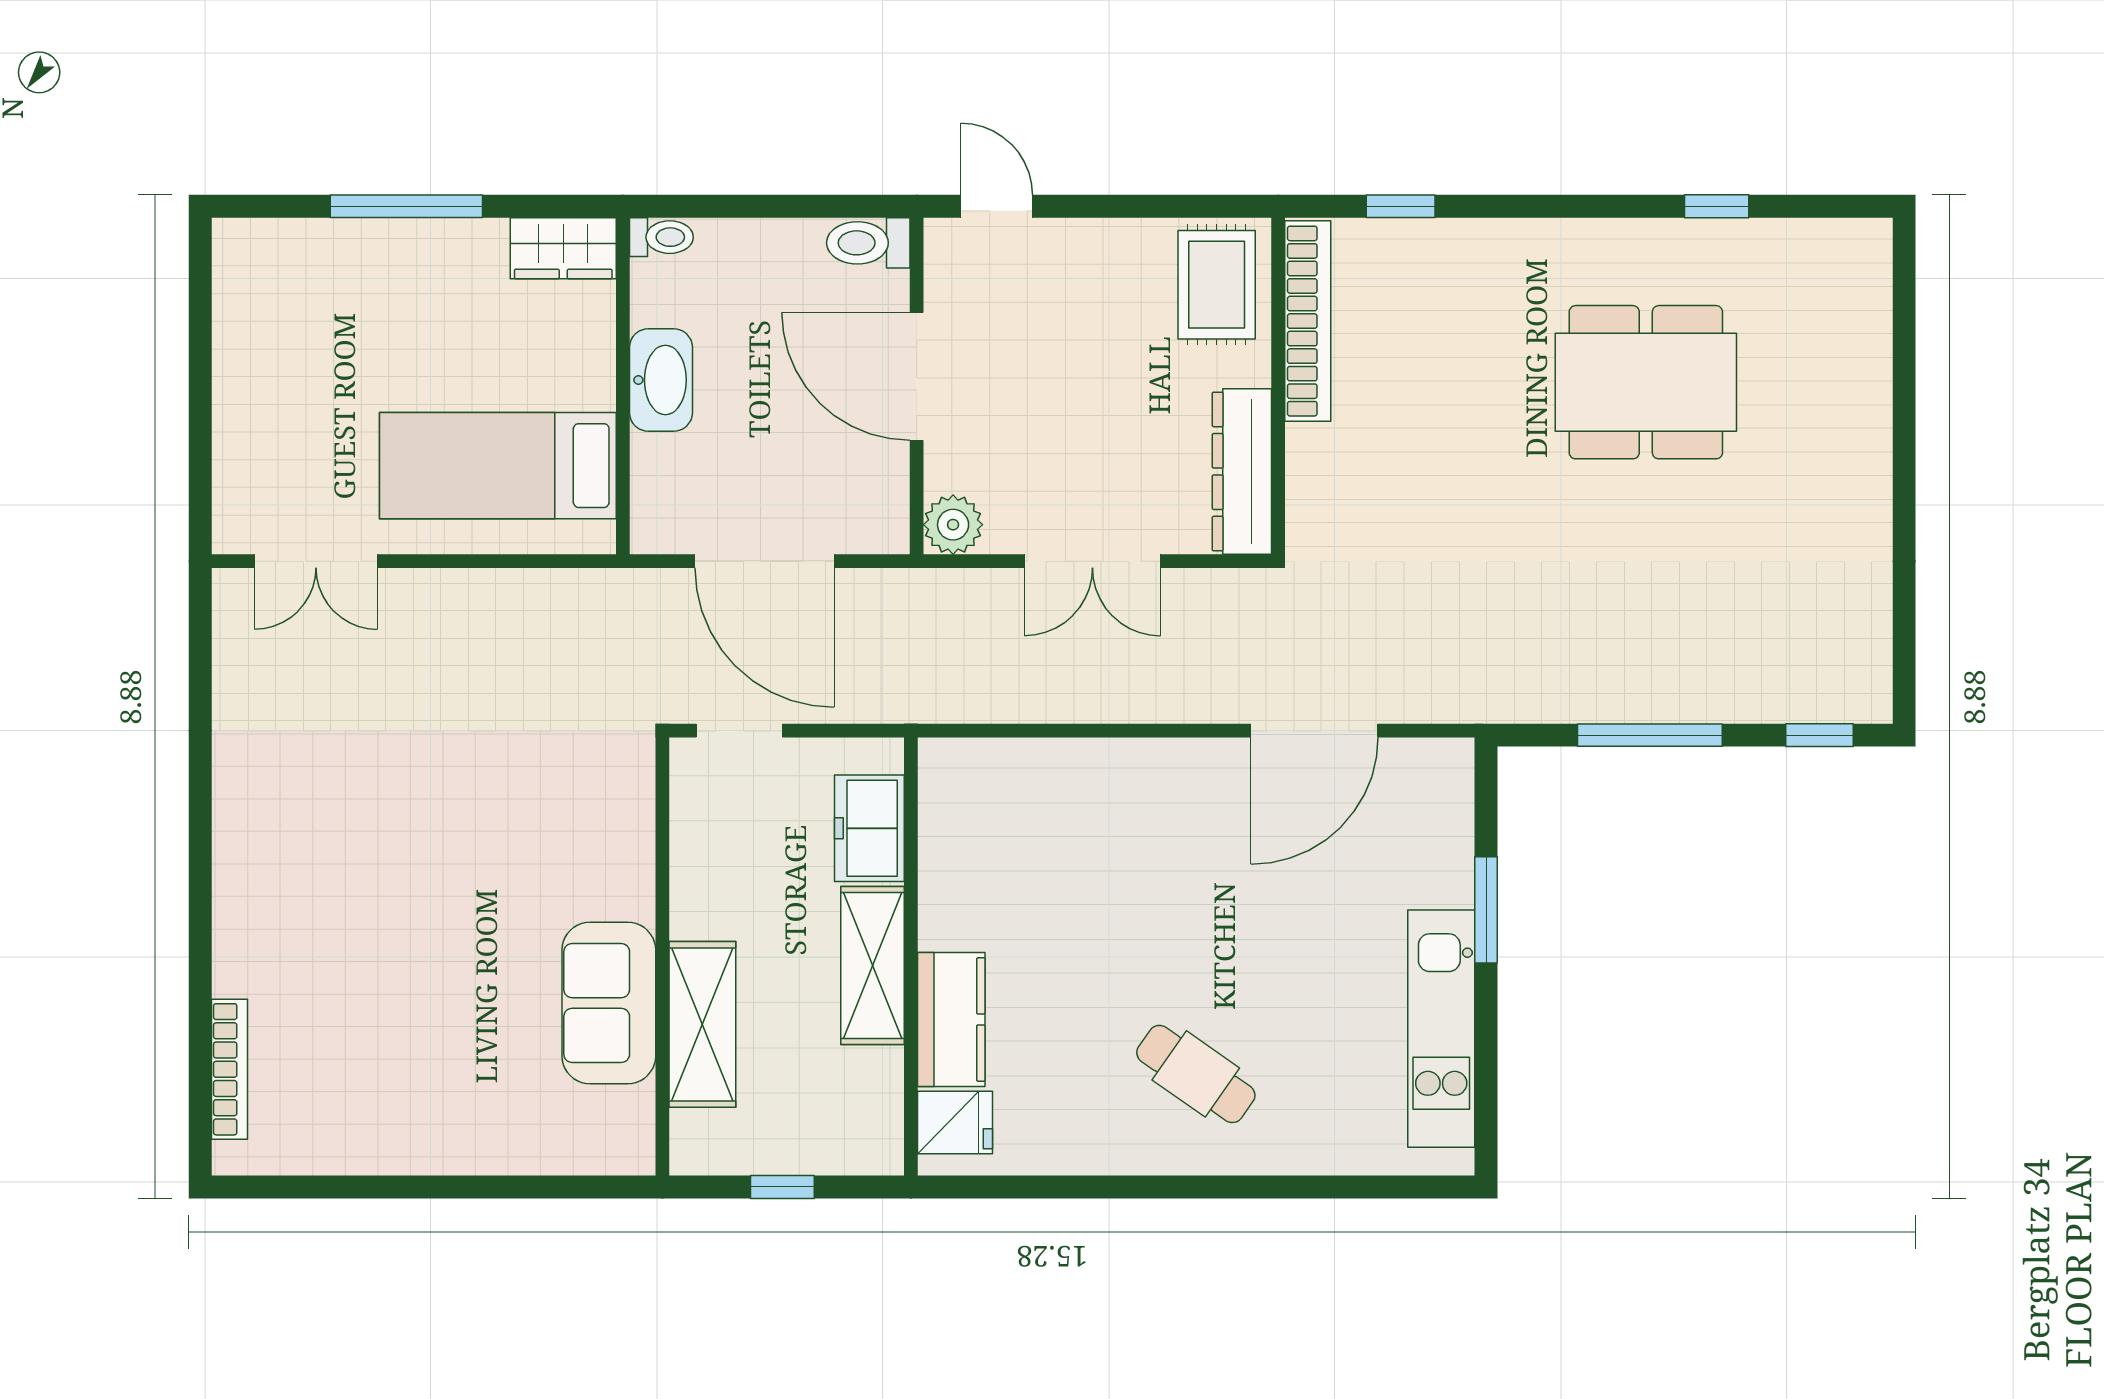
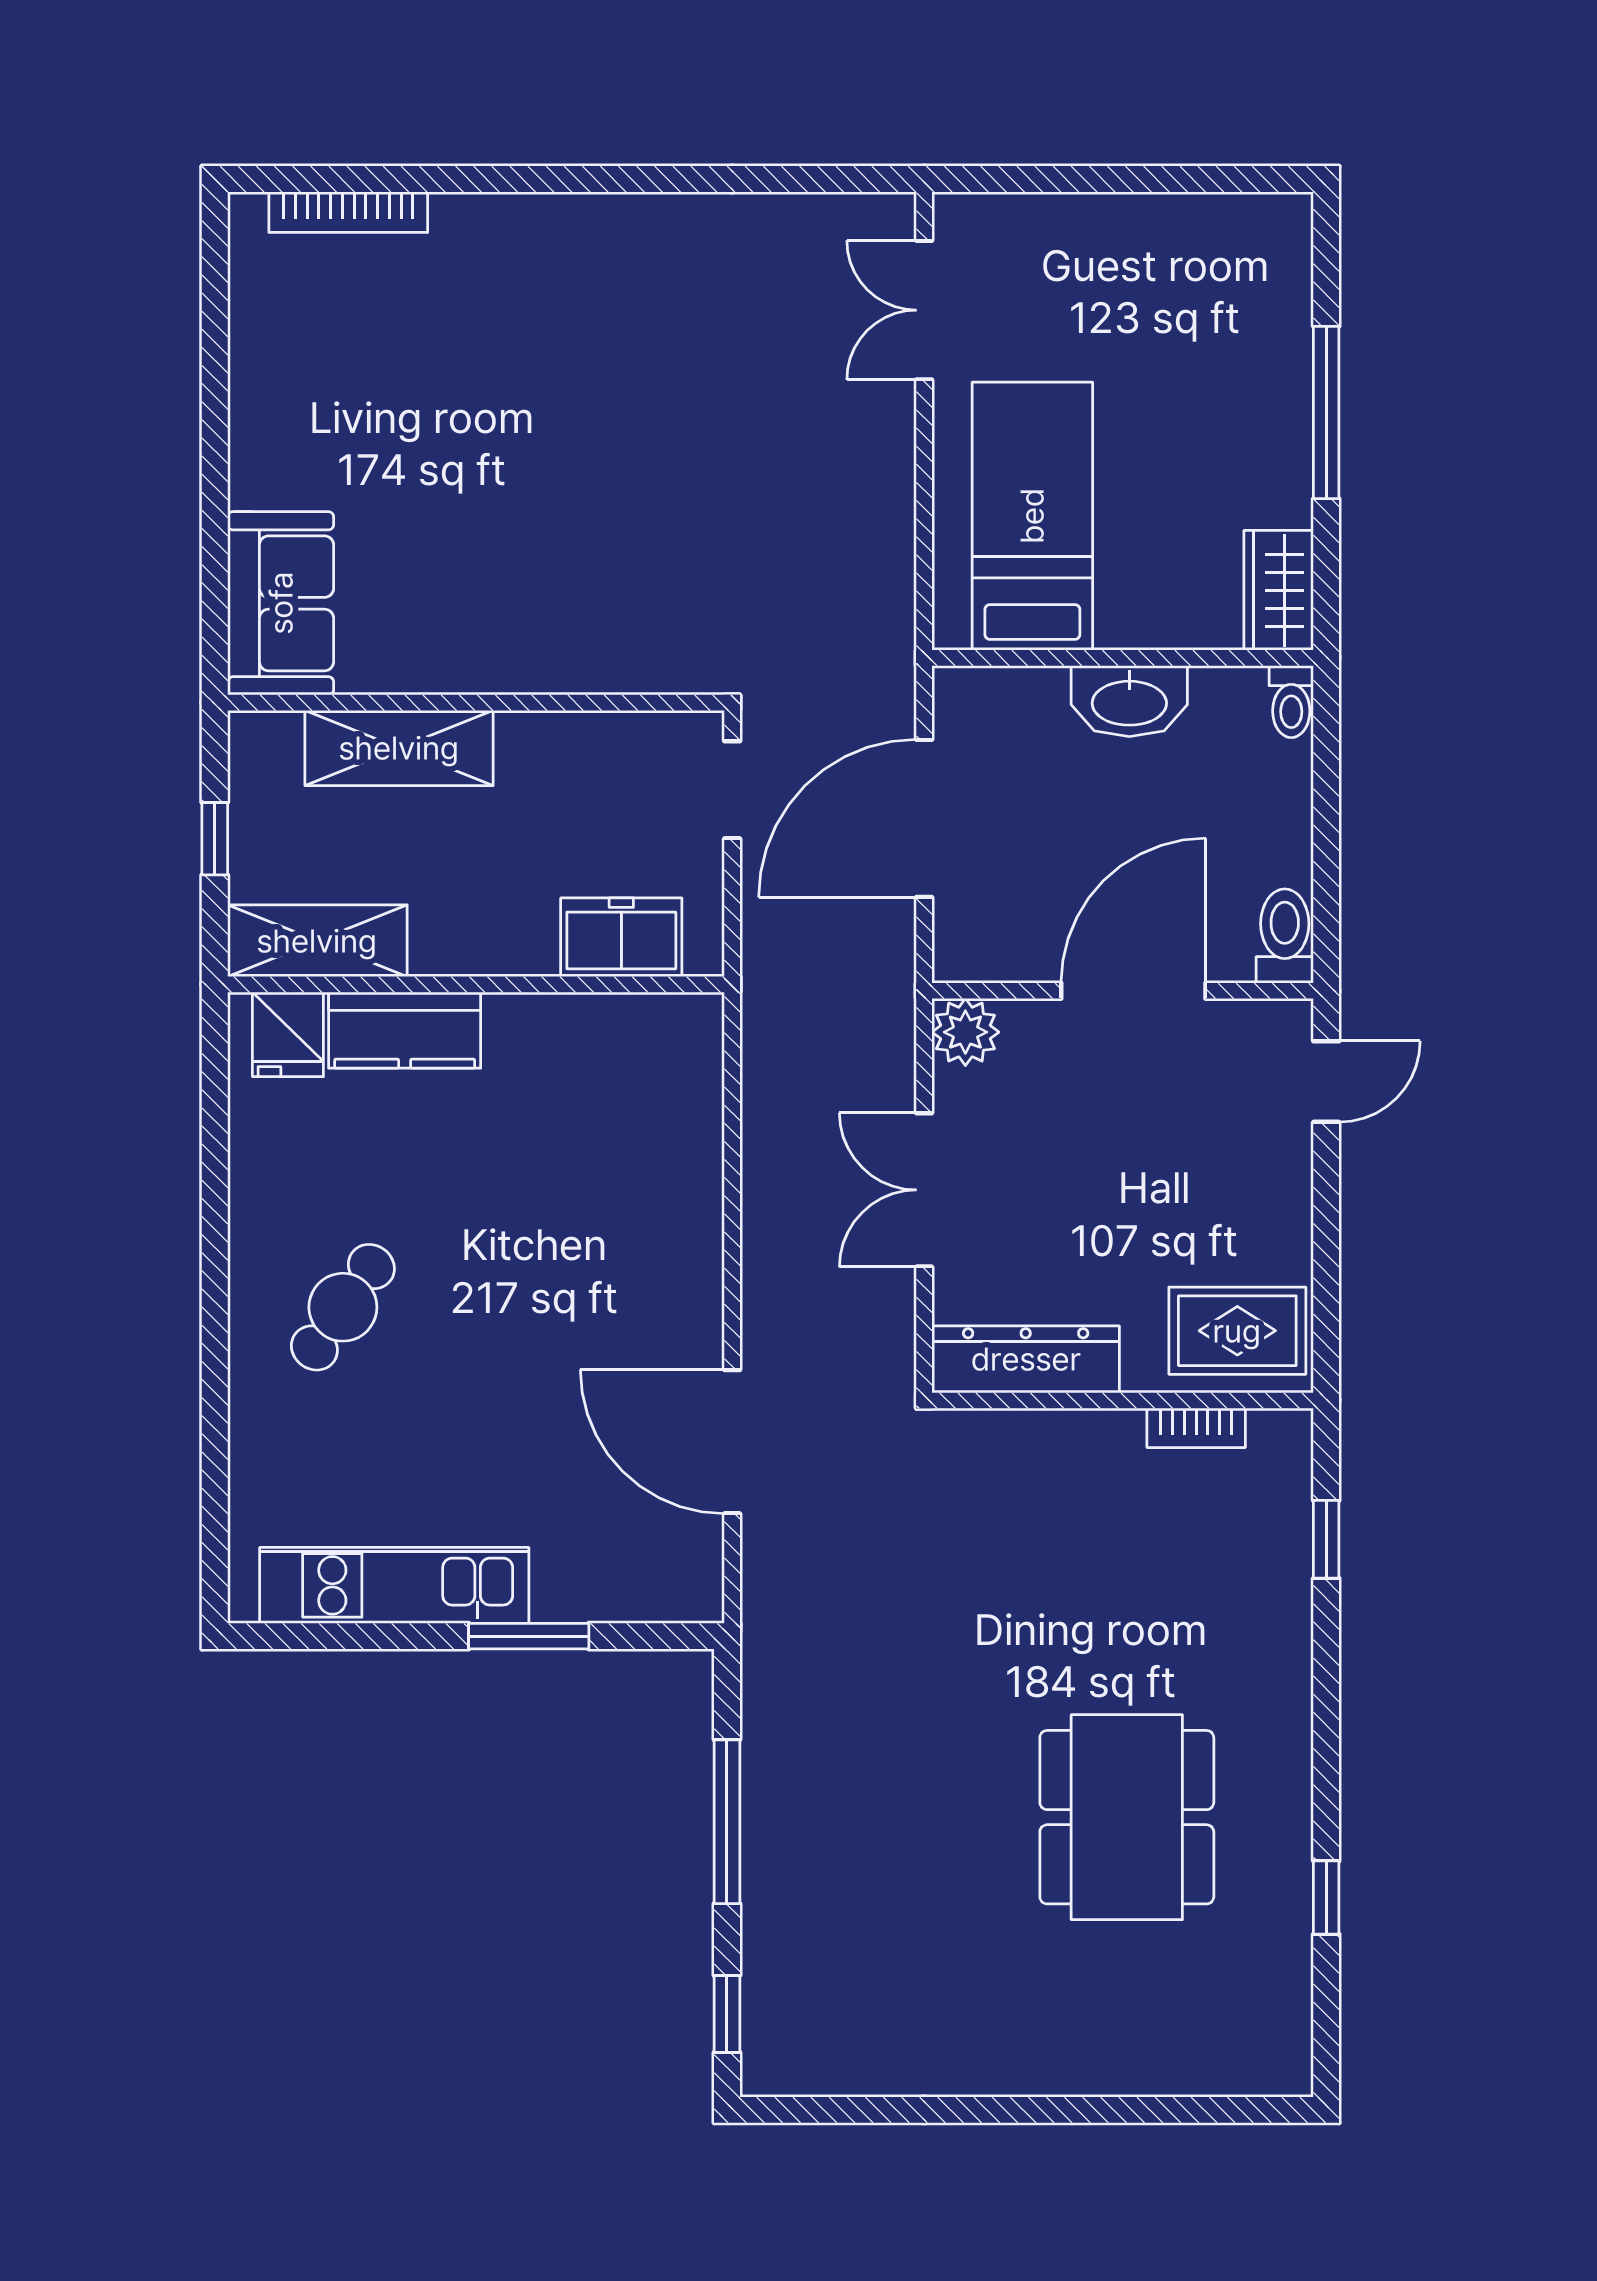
bookcase: (1308, 321) -> (1196, 1428), width x0.43, depth x0.76
shelving: (872, 965) -> (317, 941), moved
sofa: (609, 1003) -> (281, 603), moved, turned 90

